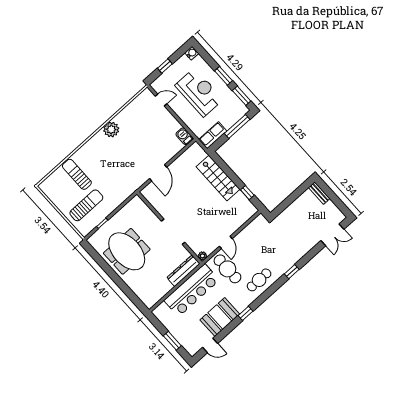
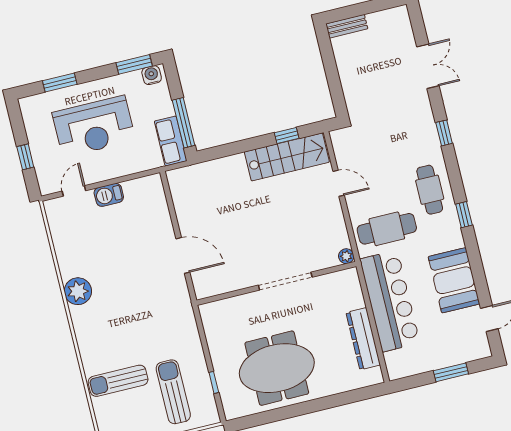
water cooler: (192, 53) -> (152, 75), moved
window: (224, 76) -> (60, 82), moved
reception desk: (199, 92) -> (94, 126), turned 180
window: (237, 126) -> (184, 123), moved
barbecue: (184, 136) -> (109, 195), moved
stairs: (218, 178) -> (287, 157), moved
double door: (332, 235) -> (428, 66), moved
door: (226, 242) -> (339, 183), moved
dresser: (183, 271) -> (363, 339), moved
window: (246, 313) -> (464, 215), moved

